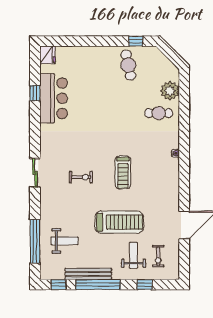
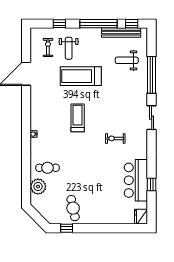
exercise bike: (81, 177) -> (115, 138), moved
window: (35, 241) -> (152, 75), moved
bench: (88, 274) -> (121, 33), moved

